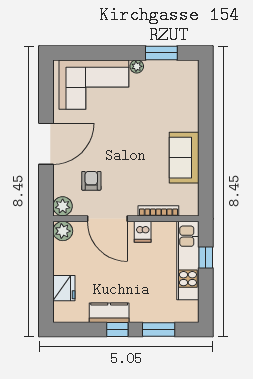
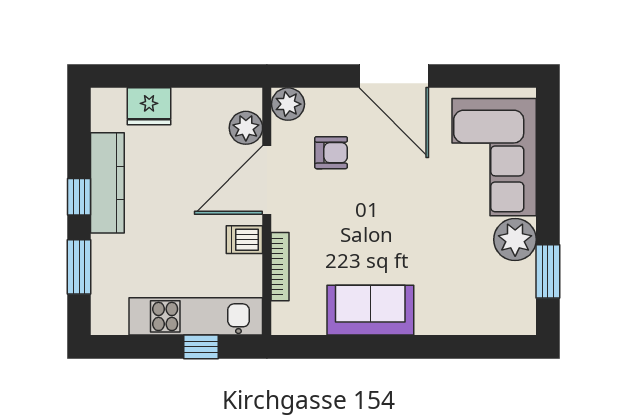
plant: (137, 66) -> (515, 240), width x1.88, depth x1.88
plant: (63, 231) -> (246, 128), moved
kitchen counter: (109, 313) -> (107, 183), width x1.50

